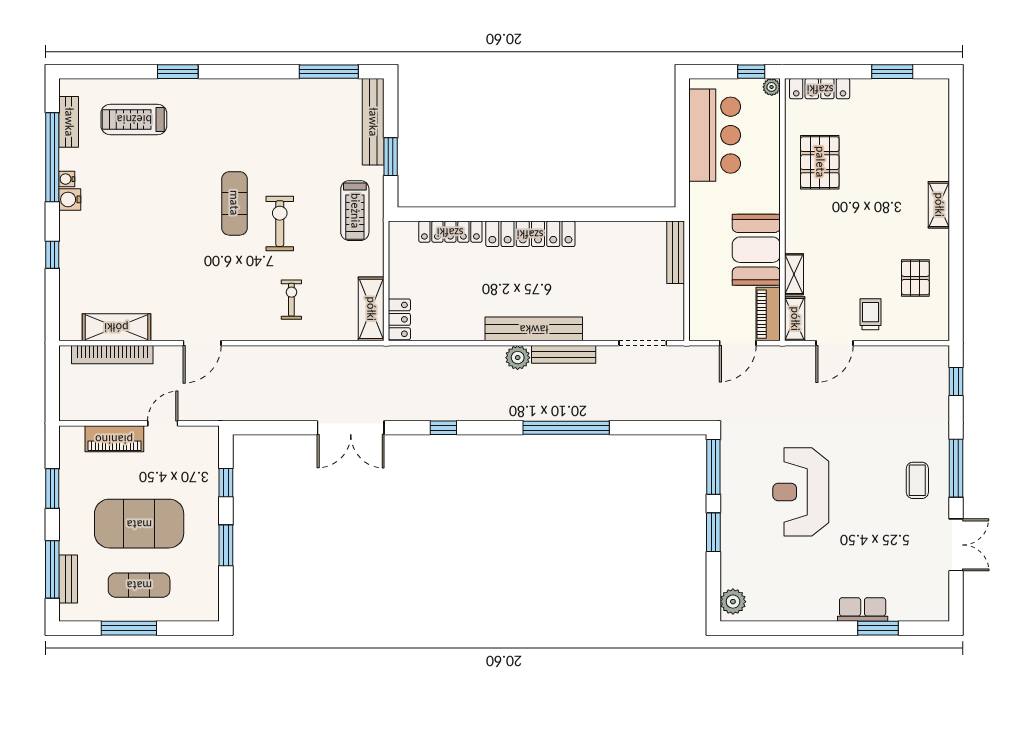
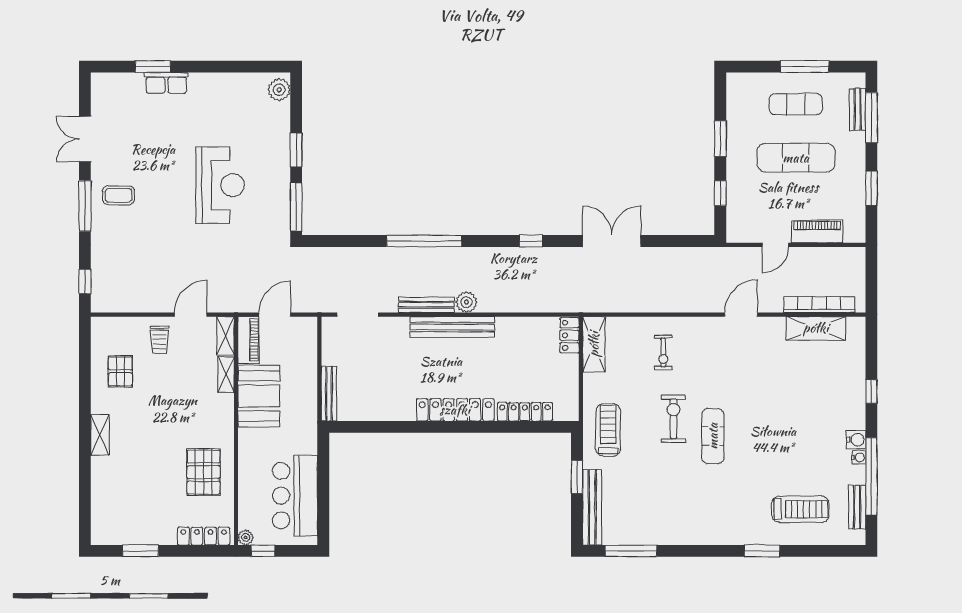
exercise bike: (280, 224) -> (673, 419), turned 180
coffee table: (917, 480) -> (119, 195), turned 90
exercise mat: (139, 524) -> (796, 158), width x0.68

